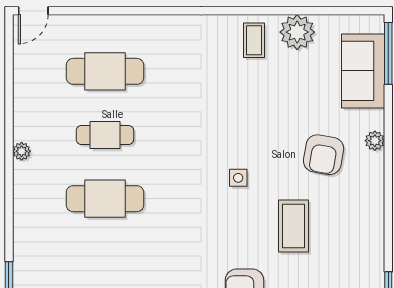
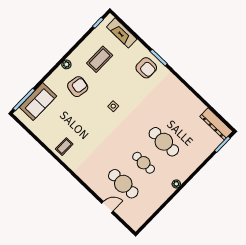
door: (33, 11) -> (107, 207), moved
plant: (297, 32) -> (47, 135), removed
plant: (375, 141) -> (66, 64), moved
coffee table: (294, 226) -> (100, 59), moved

